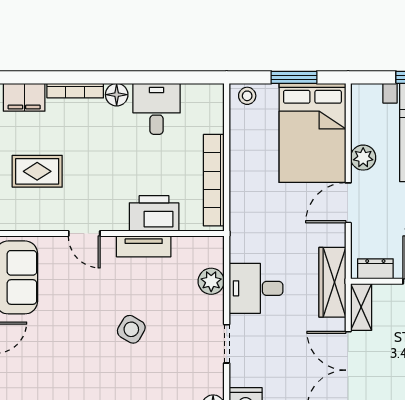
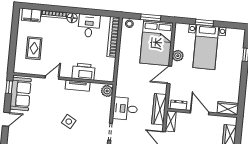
rug: (37, 171) -> (34, 48), turned 90
bookcase: (214, 180) -> (113, 37), moved
door: (84, 234) -> (52, 78), swing flipped
plant: (211, 281) -> (107, 91), moved

